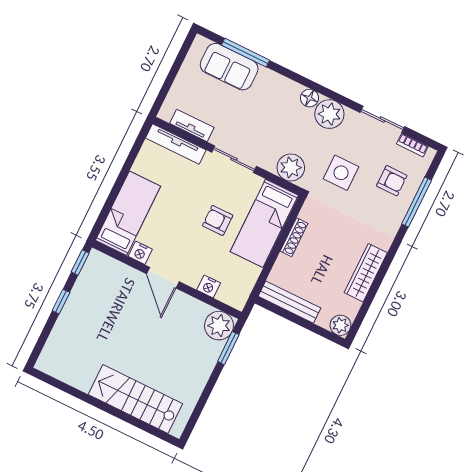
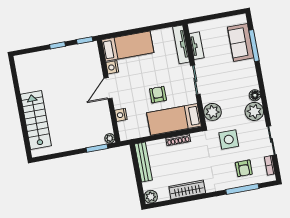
plant: (219, 326) -> (110, 138), width x0.53, depth x0.53

